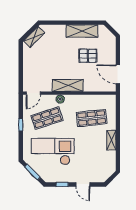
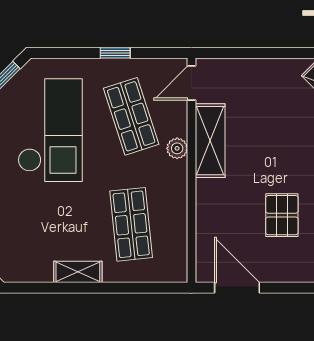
door: (118, 74) -> (237, 288), hinge flipped
shelving: (68, 85) -> (210, 141), moved
door: (33, 93) -> (191, 83), hinge flipped

